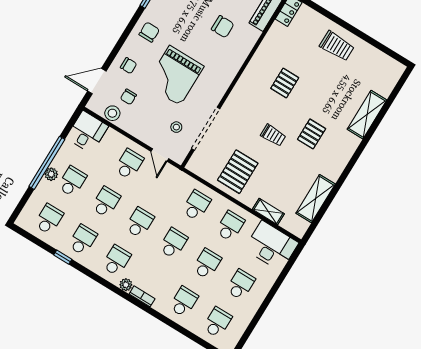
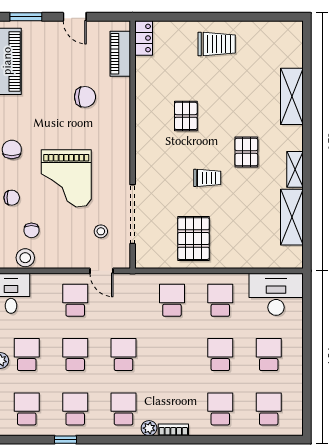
shelving: (268, 212) -> (295, 169), moved, turned 90
school desk: (173, 243) -> (172, 355), removed

